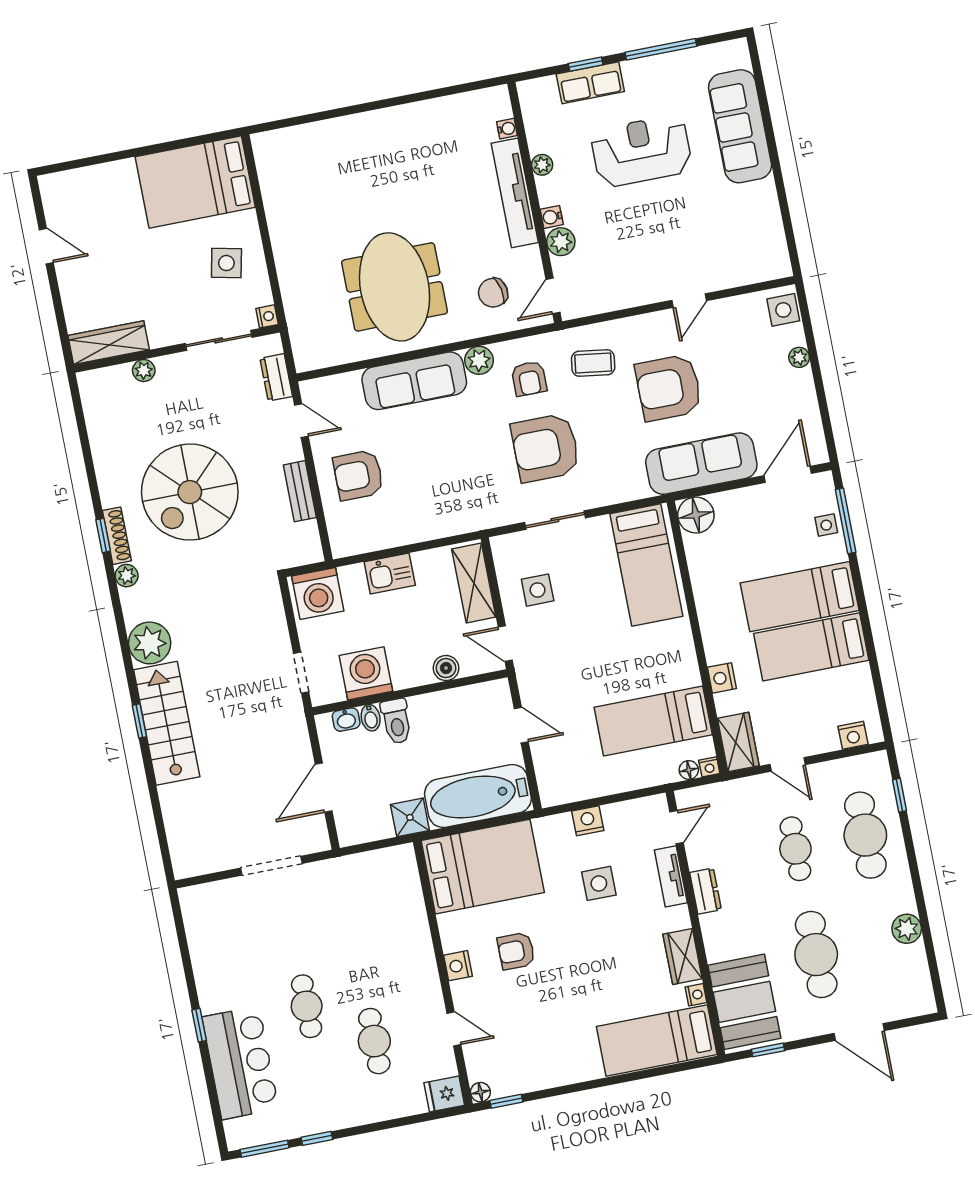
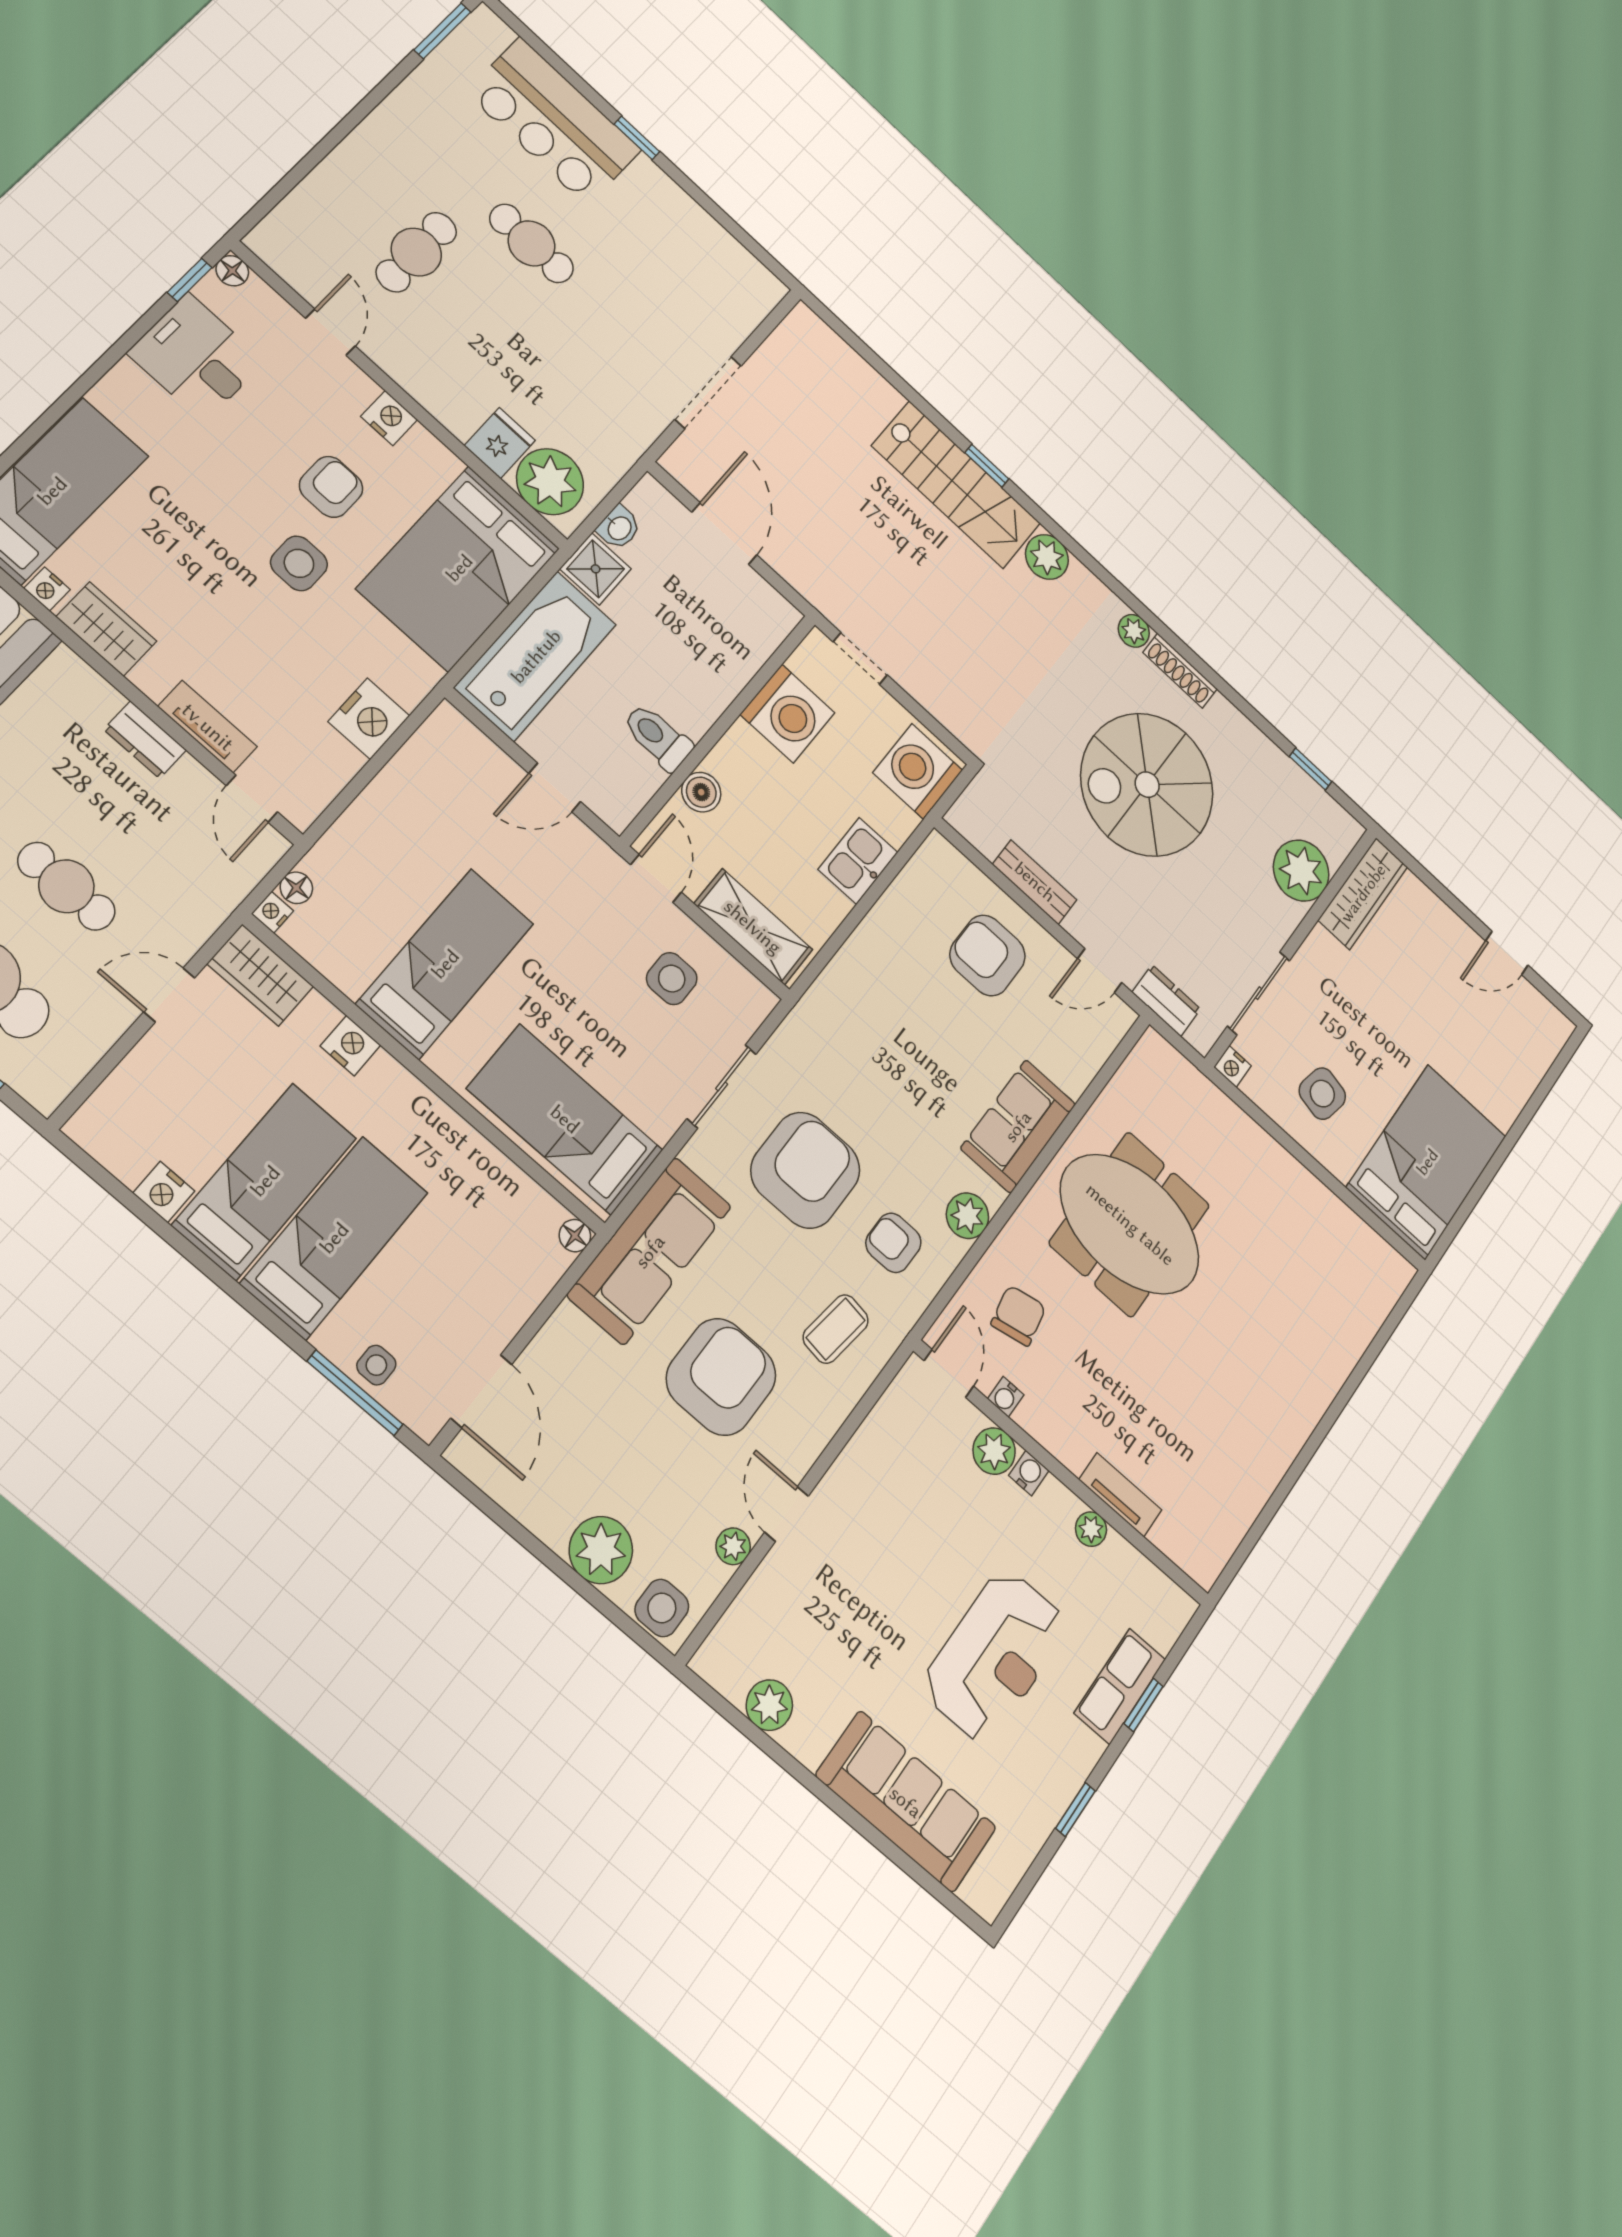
window: (661, 49) -> (1075, 1810), width x0.46
water cooler: (507, 129) -> (1006, 1397), moved
tv unit: (515, 193) -> (1120, 1495), width x0.52, depth x0.78
plant: (769, 225) -> (769, 1705), added
plant: (727, 308) -> (733, 1546), added
plant: (799, 357) -> (601, 1550), width x1.88, depth x1.88
plant: (144, 371) -> (1301, 871), width x1.88, depth x1.88
sofa: (414, 381) -> (1018, 1126), width x0.73
sofa: (701, 464) -> (650, 1251), moved
armchair: (358, 475) -> (988, 955), turned -90
spiral stairs: (190, 492) -> (1147, 785), turned -90
floor lamp: (696, 515) -> (575, 1236), width x0.53, depth x0.53
window: (103, 535) -> (1311, 769), moved
plant: (150, 643) -> (1047, 557), width x0.73, depth x0.73
door: (505, 644) -> (656, 878), hinge flipped
bidet: (371, 718) -> (739, 662), removed
washbasin: (346, 720) -> (619, 528), moved, turned 180
toilet: (396, 721) -> (658, 737), moved
bed: (653, 721) -> (445, 964), moved
nightstand: (853, 735) -> (164, 1192), moved, turned -90
nightstand: (588, 821) -> (369, 719), width x1.36, depth x1.33
plant: (398, 878) -> (550, 482), added
side table: (599, 883) -> (299, 563), moved
door: (454, 1029) -> (330, 332), swing flipped
cafe table: (374, 1041) -> (416, 252), turned 90
desk: (534, 1060) -> (196, 357), added
fridge: (444, 1094) -> (500, 443), moved
window: (317, 1138) -> (390, 83), removed

